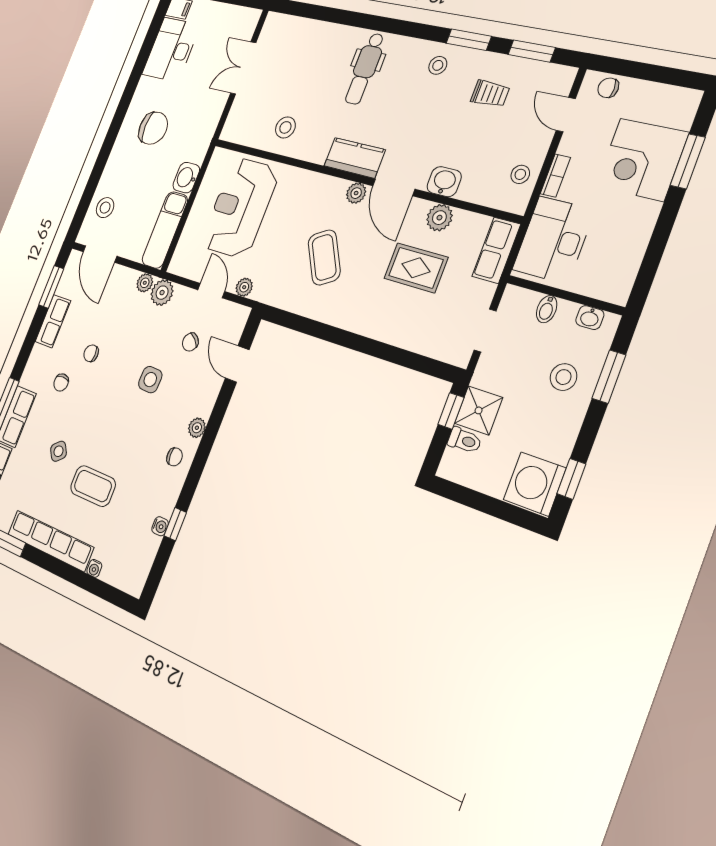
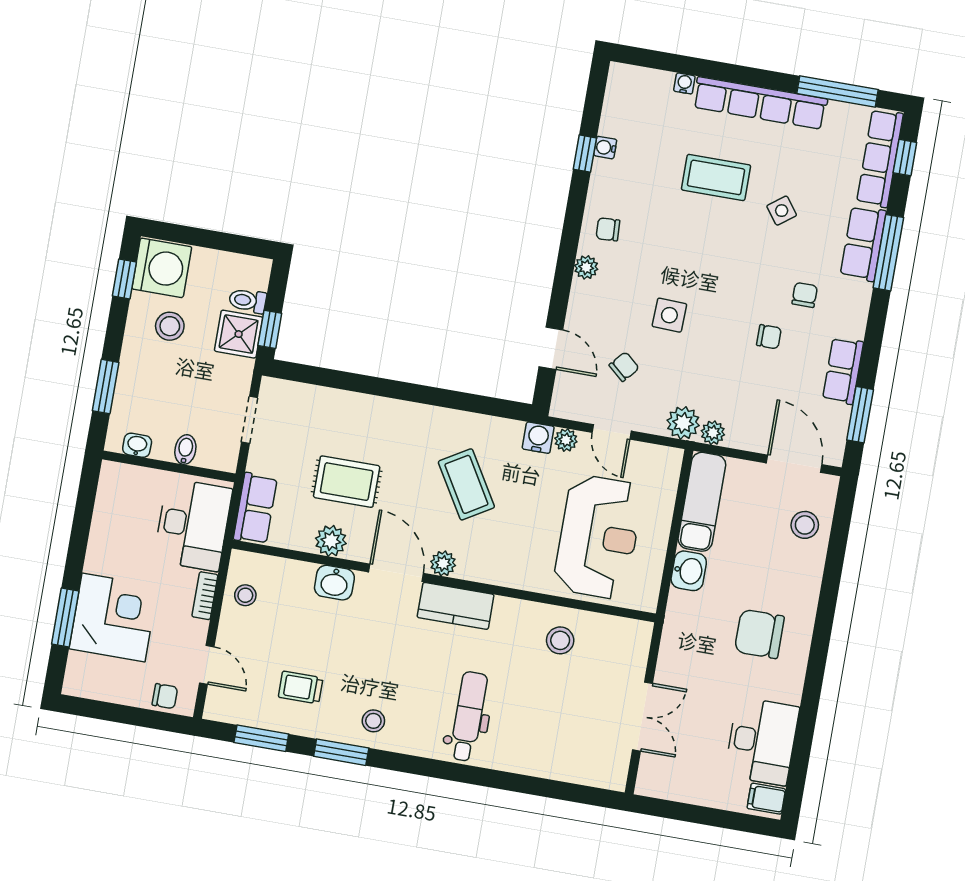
water cooler: (263, 291) -> (538, 438), added
stool: (563, 377) -> (170, 326), moved

